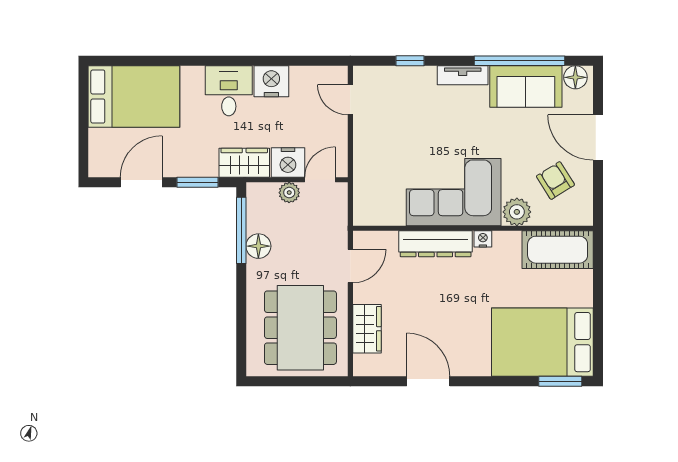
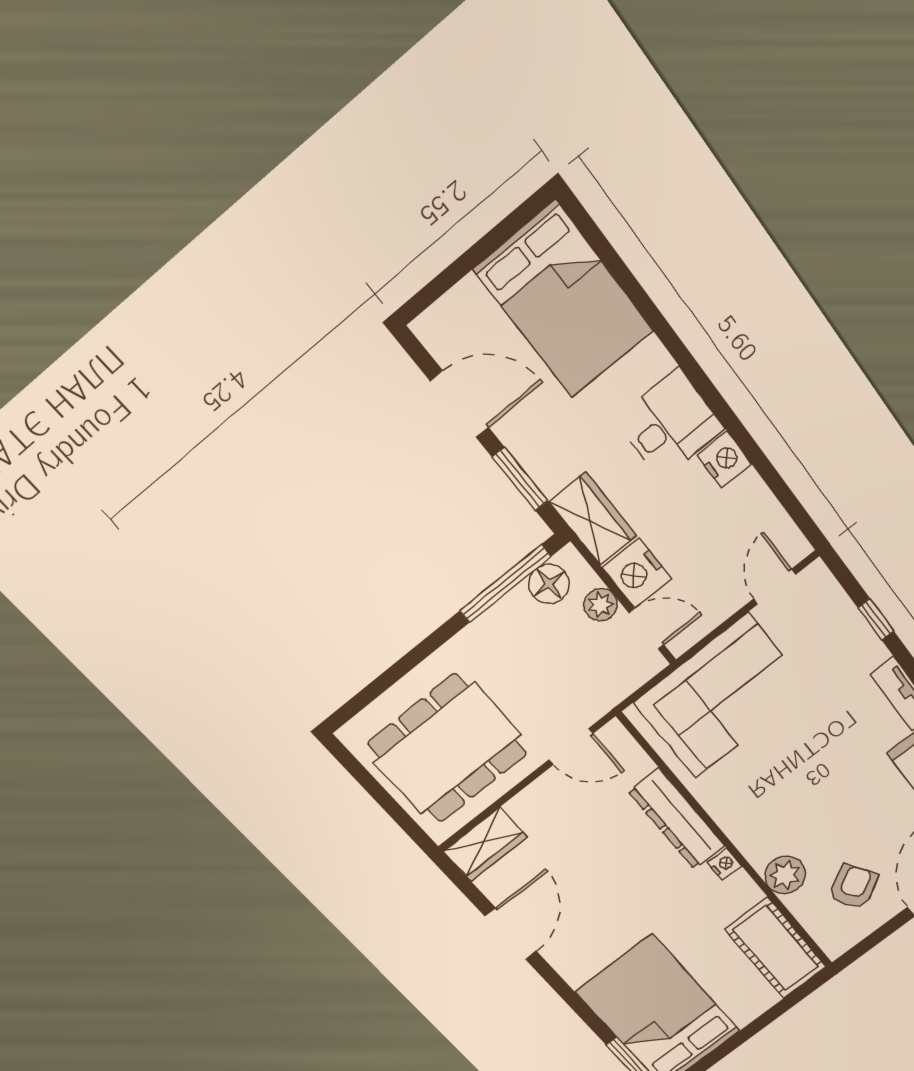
nightstand: (271, 81) -> (724, 460), width x0.74, depth x0.75
corner sofa: (454, 192) -> (721, 696), moved, turned 90
floor lamp: (258, 246) -> (549, 584), moved
wardrobe: (367, 329) -> (485, 844), moved

